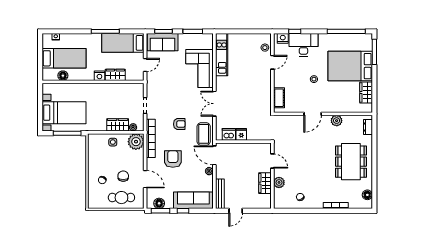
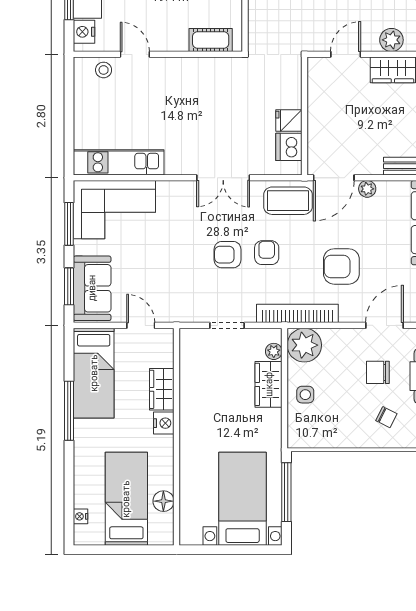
corner sofa: (200, 69) -> (114, 210), moved
armchair: (178, 106) -> (228, 255), added

